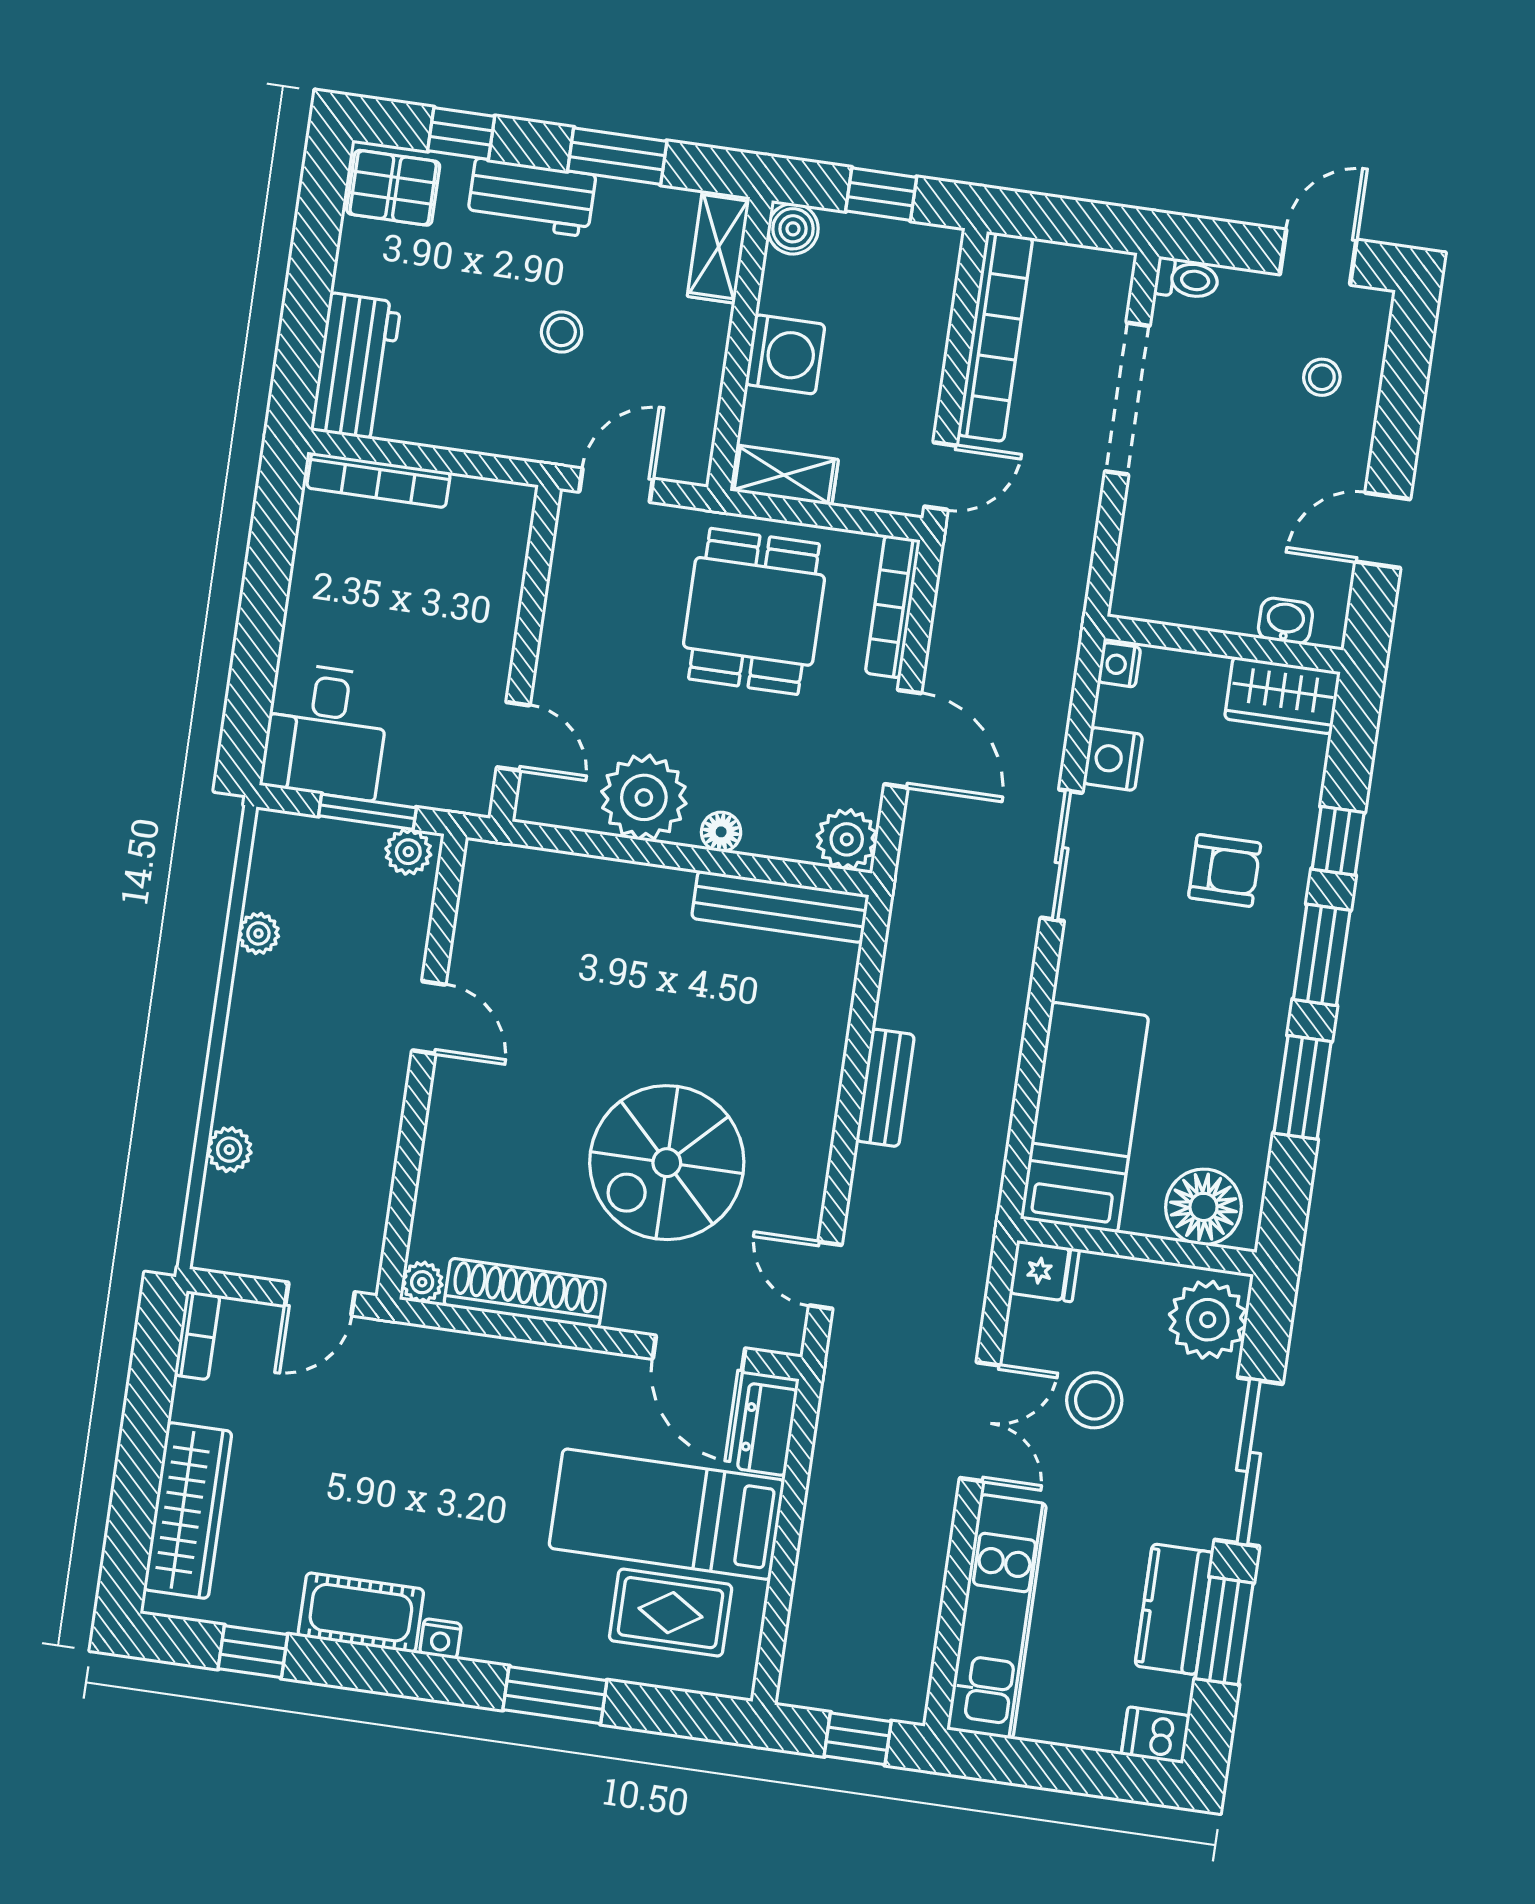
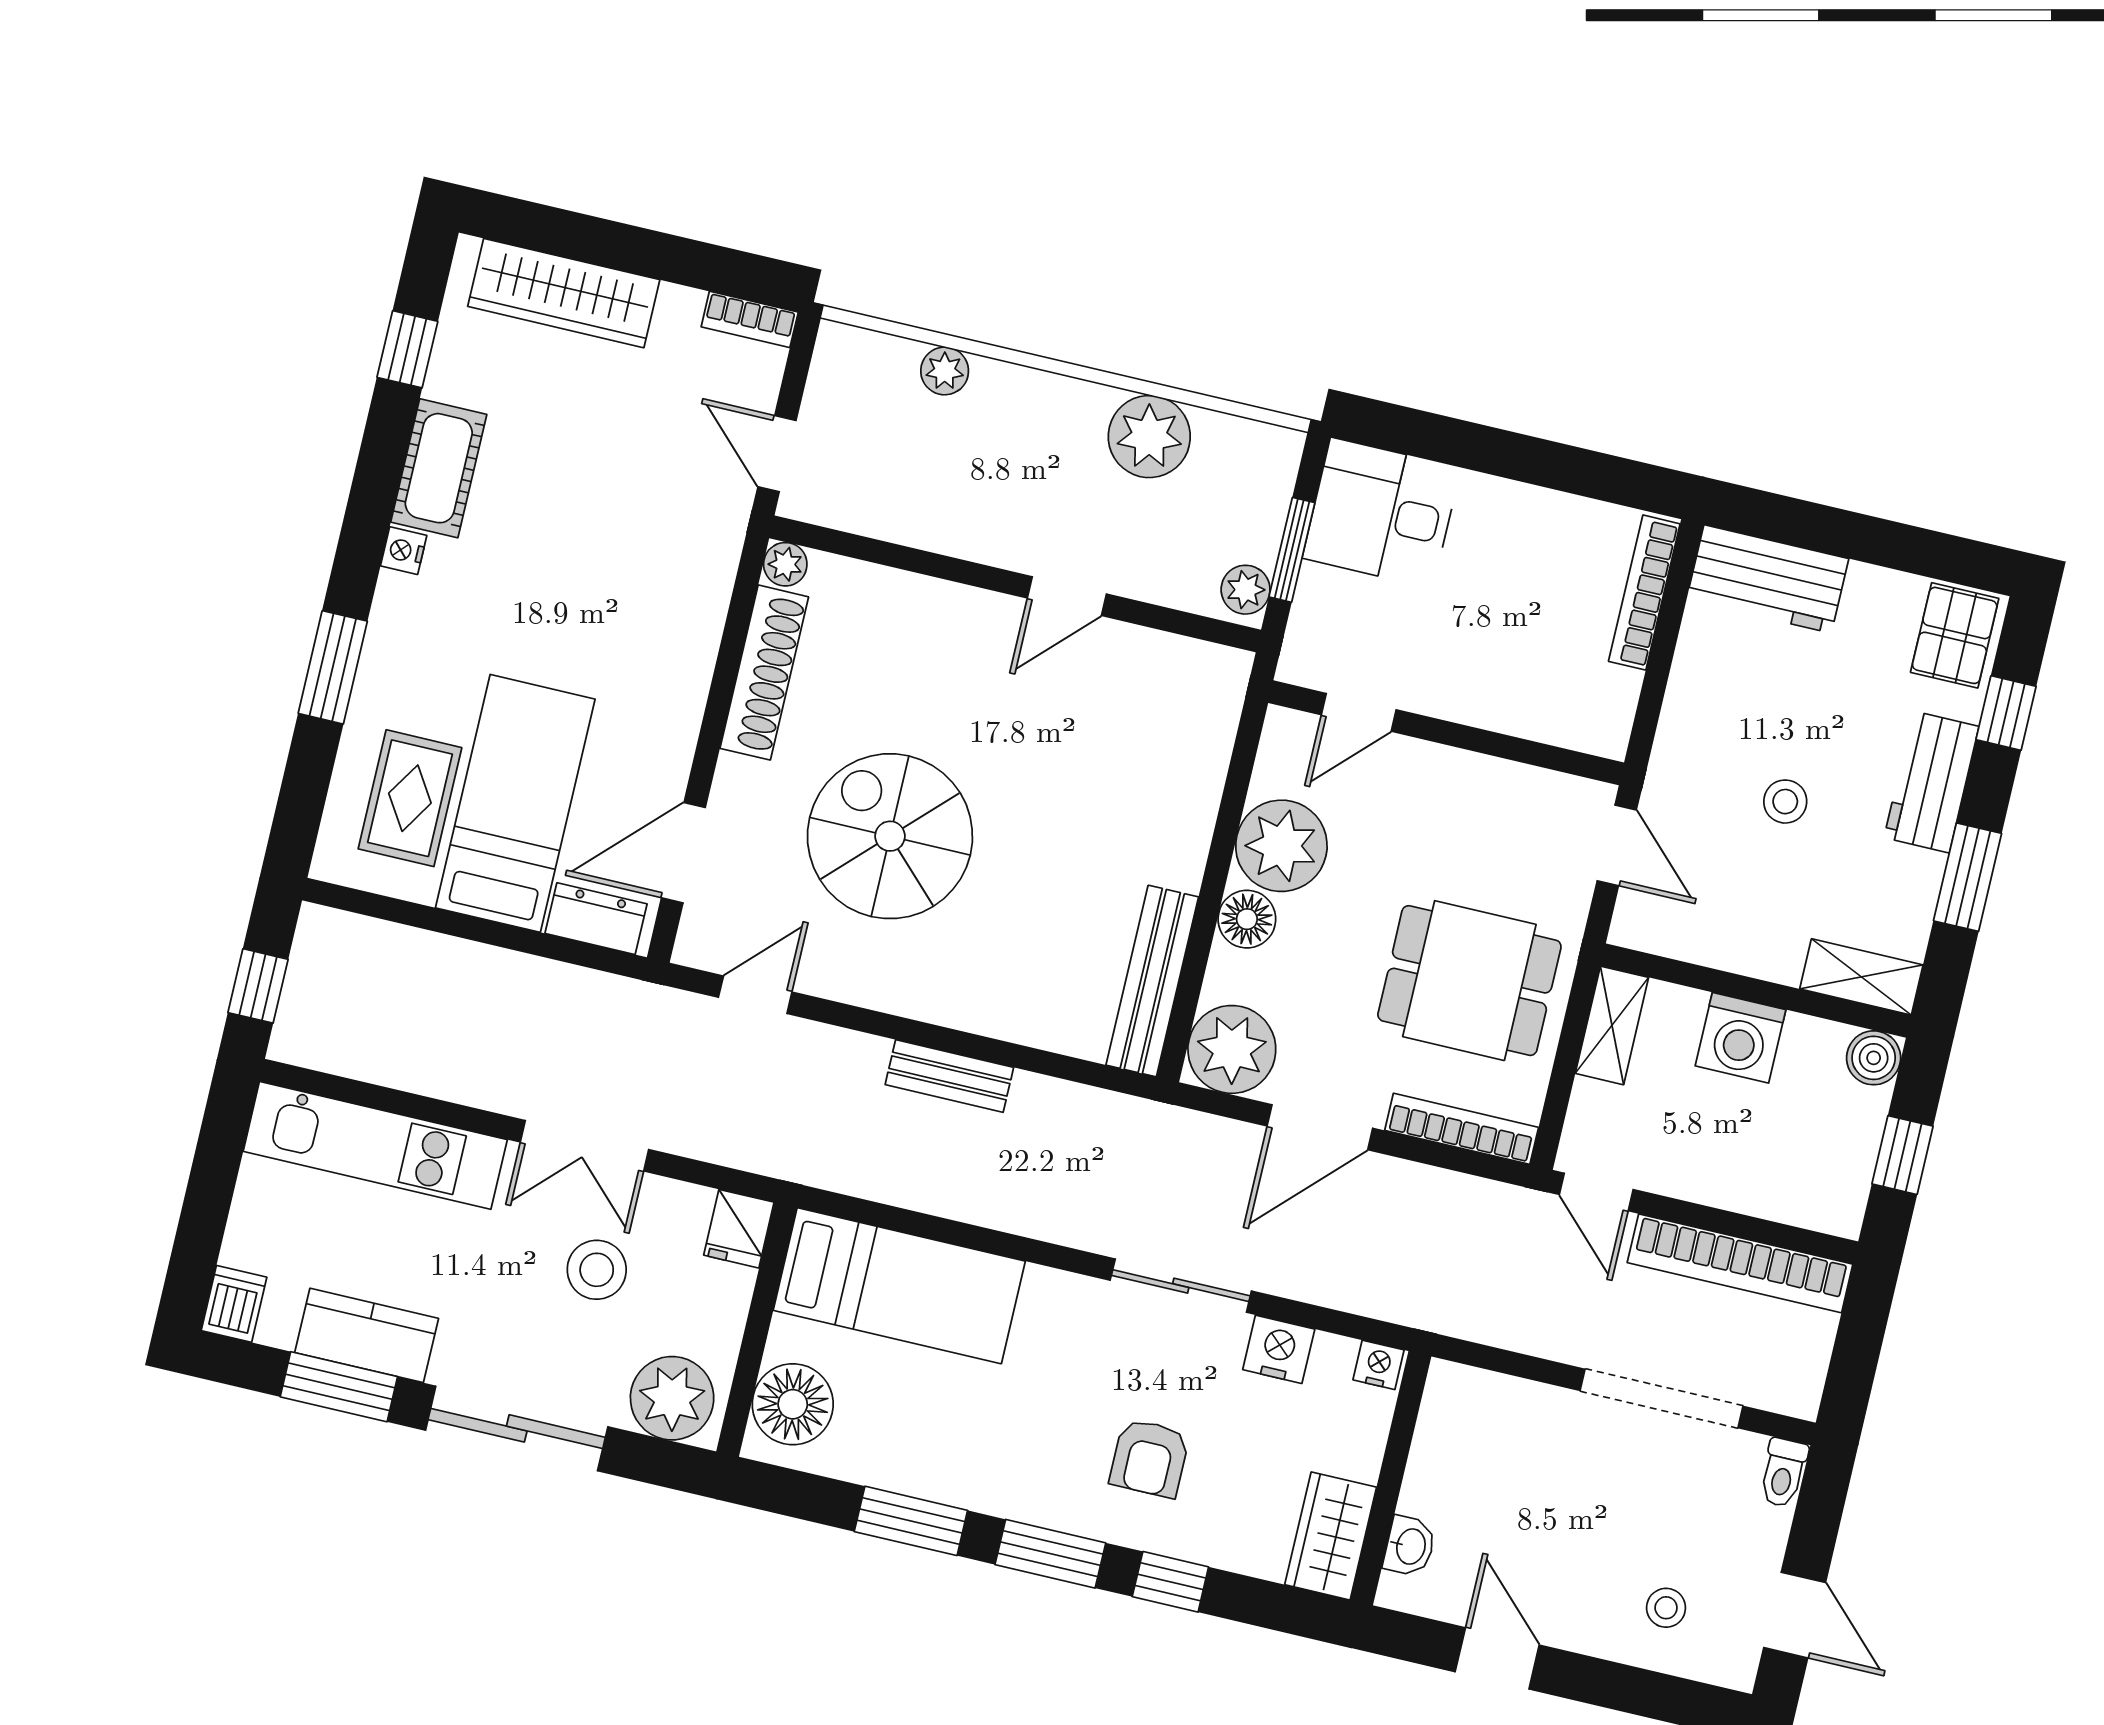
floor lamp: (721, 832) -> (1247, 919), width x1.37, depth x1.37
plant: (847, 839) -> (1232, 1049), width x1.36, depth x1.36
plant: (258, 933) -> (1149, 437), width x1.87, depth x1.87

